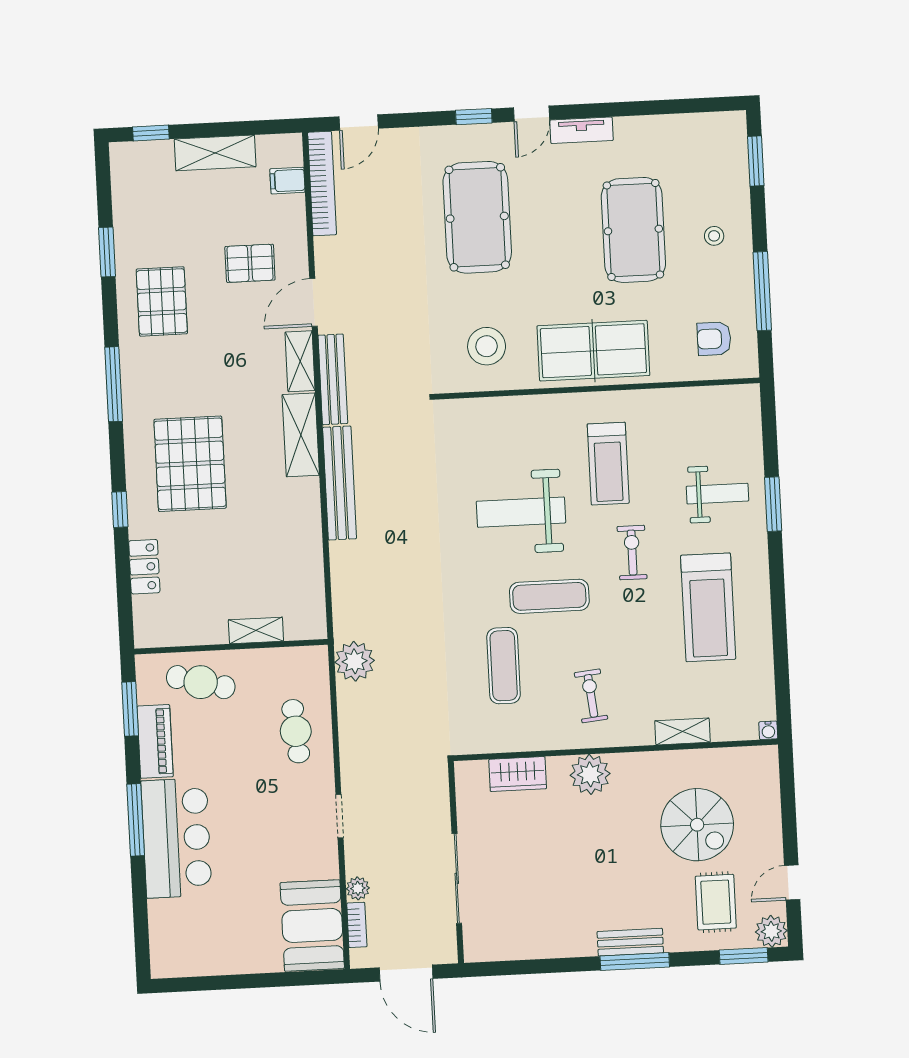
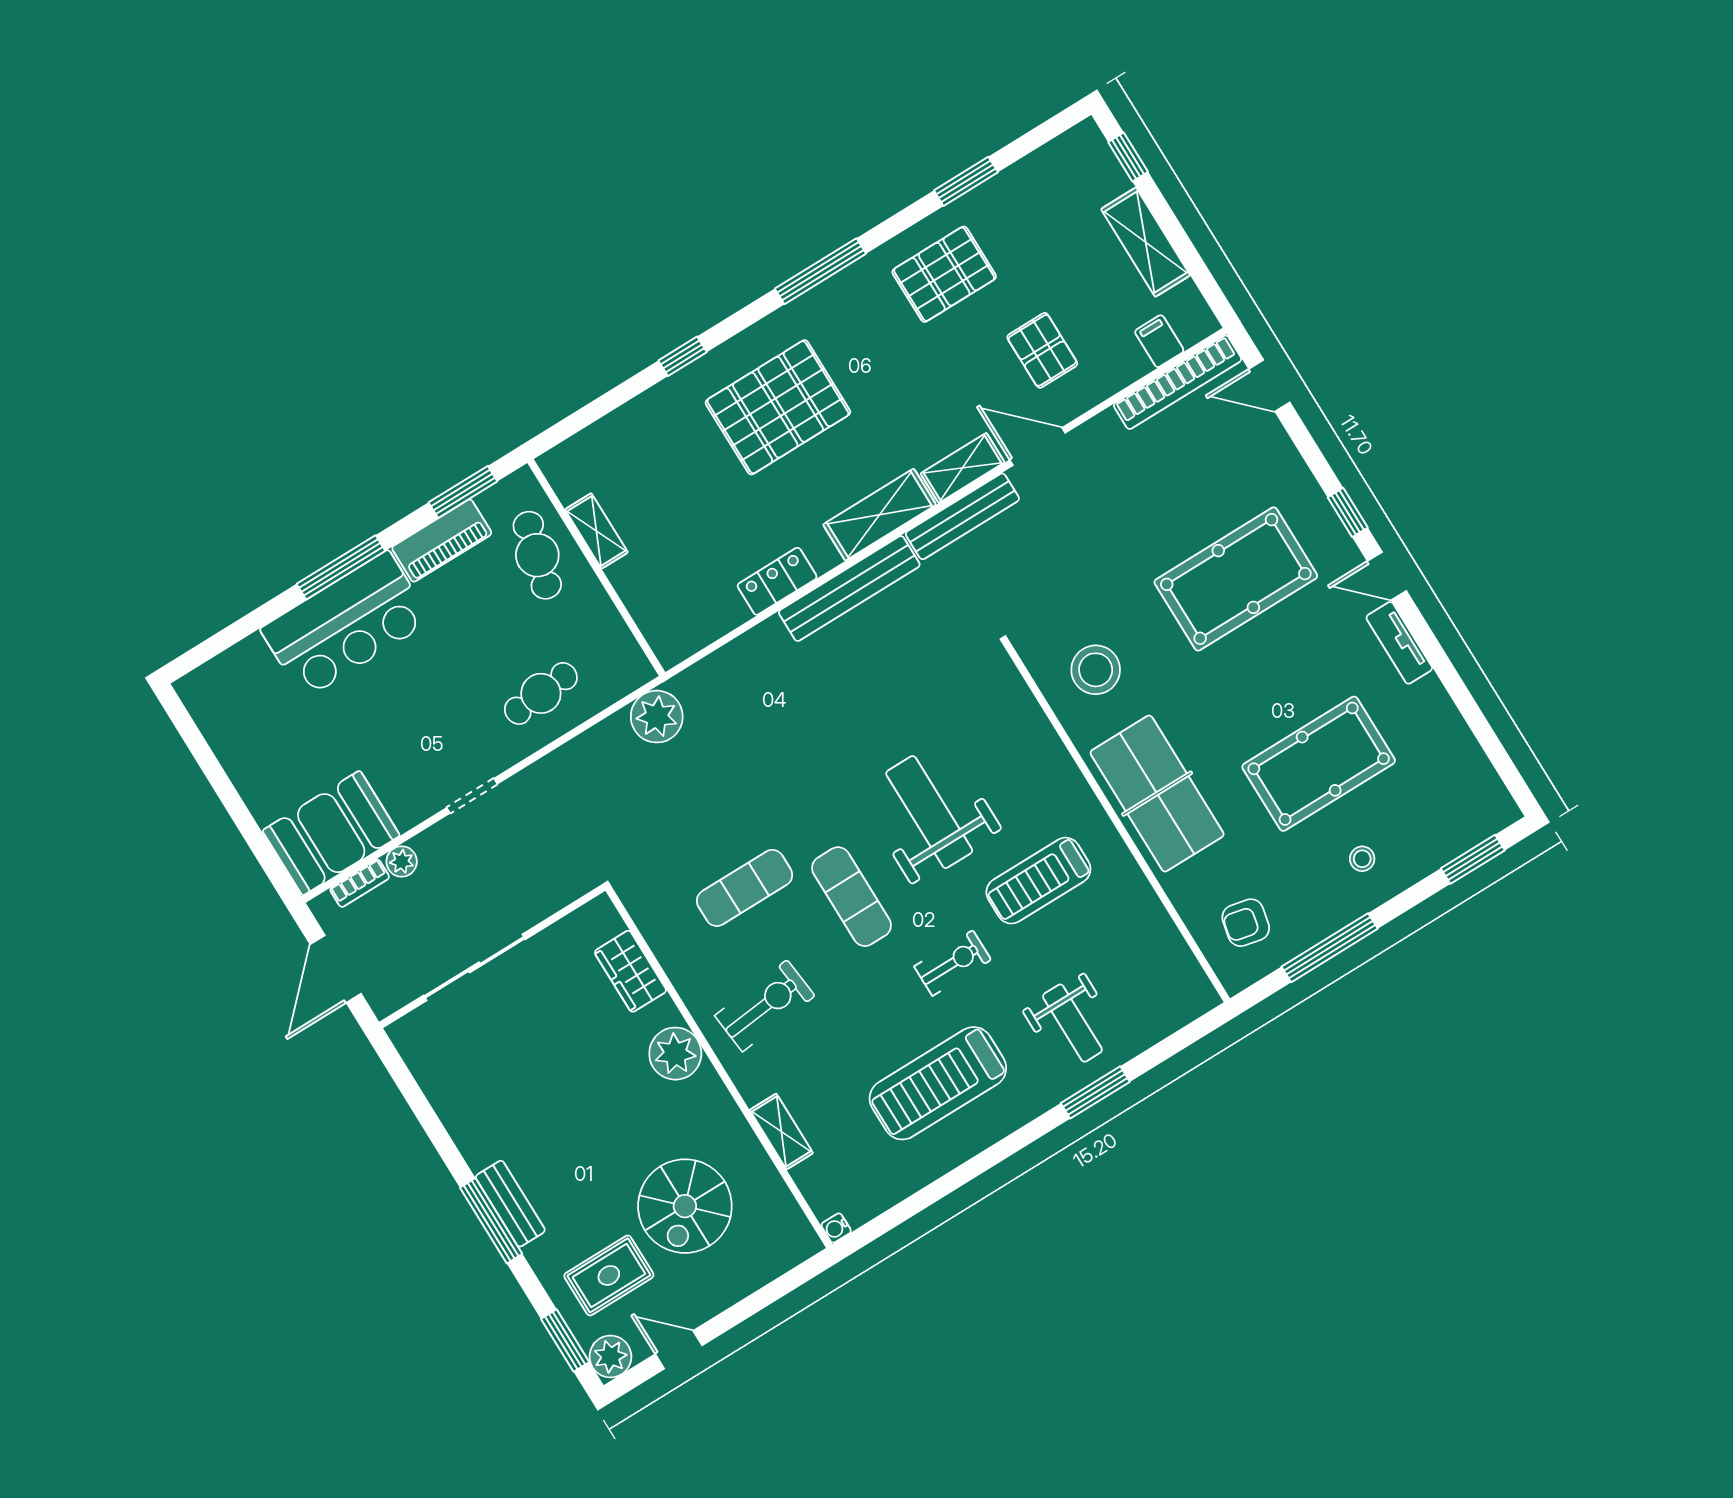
armchair: (714, 339) -> (1246, 923), turned -78
locker: (144, 567) -> (777, 581), moved, turned 180
shelving: (256, 630) -> (596, 531), moved
exercise bike: (591, 696) -> (765, 1006), width x1.38, depth x1.39

